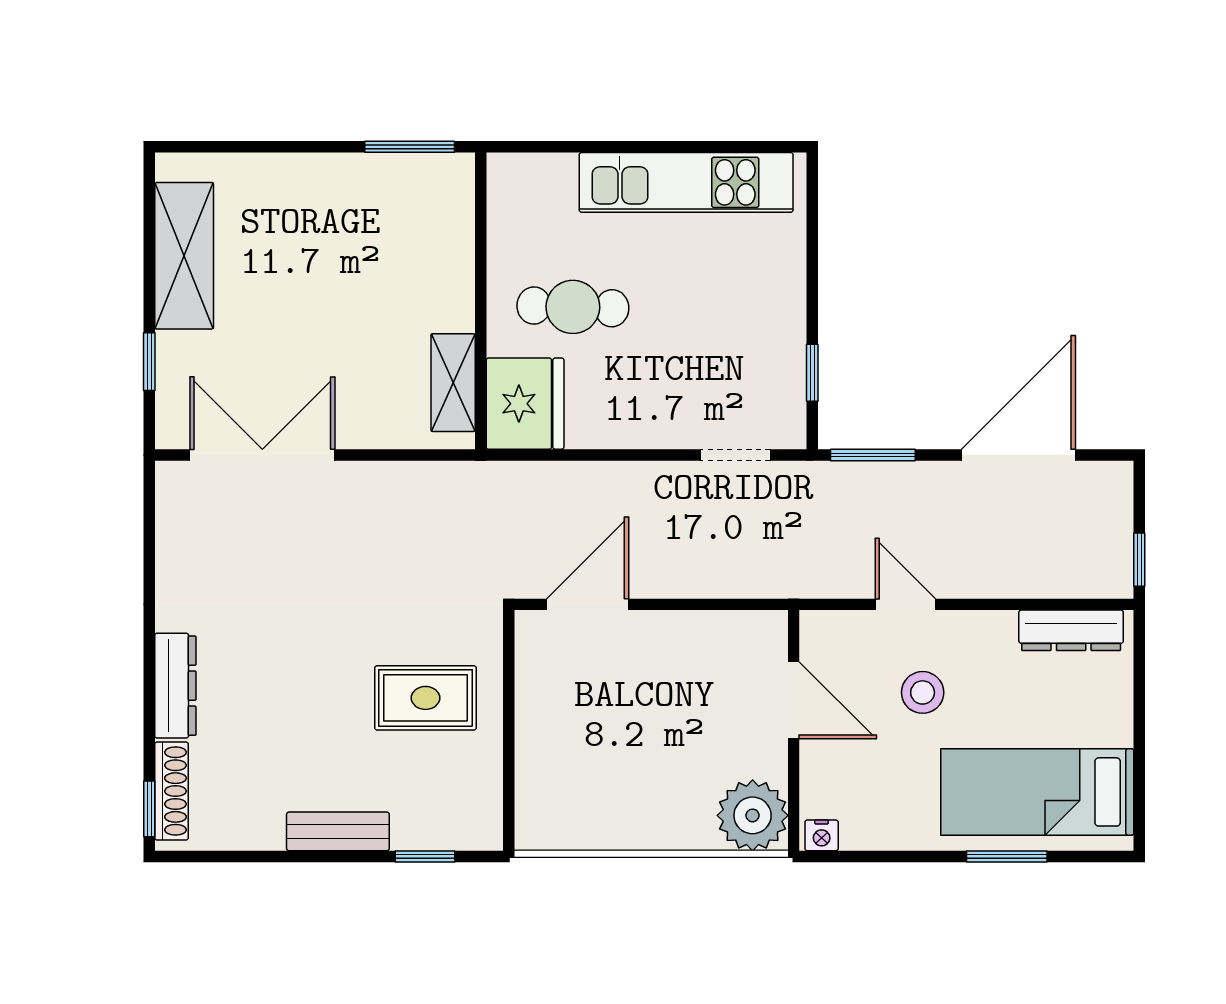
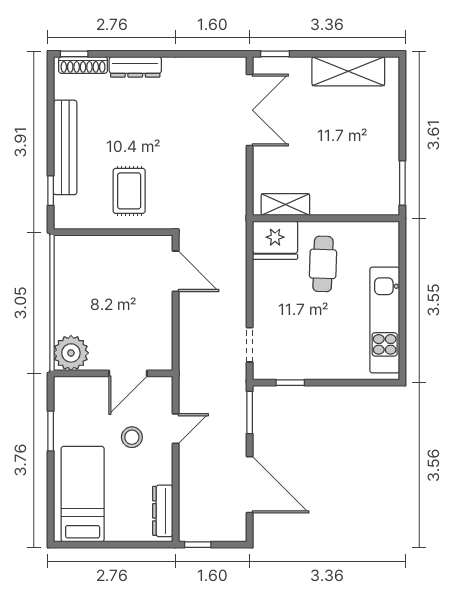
window: (149, 362) -> (275, 54), moved
bench: (338, 831) -> (65, 147), width x1.86, depth x1.21
nightstand: (822, 835) -> (61, 387), removed
window: (1007, 857) -> (51, 431), moved

